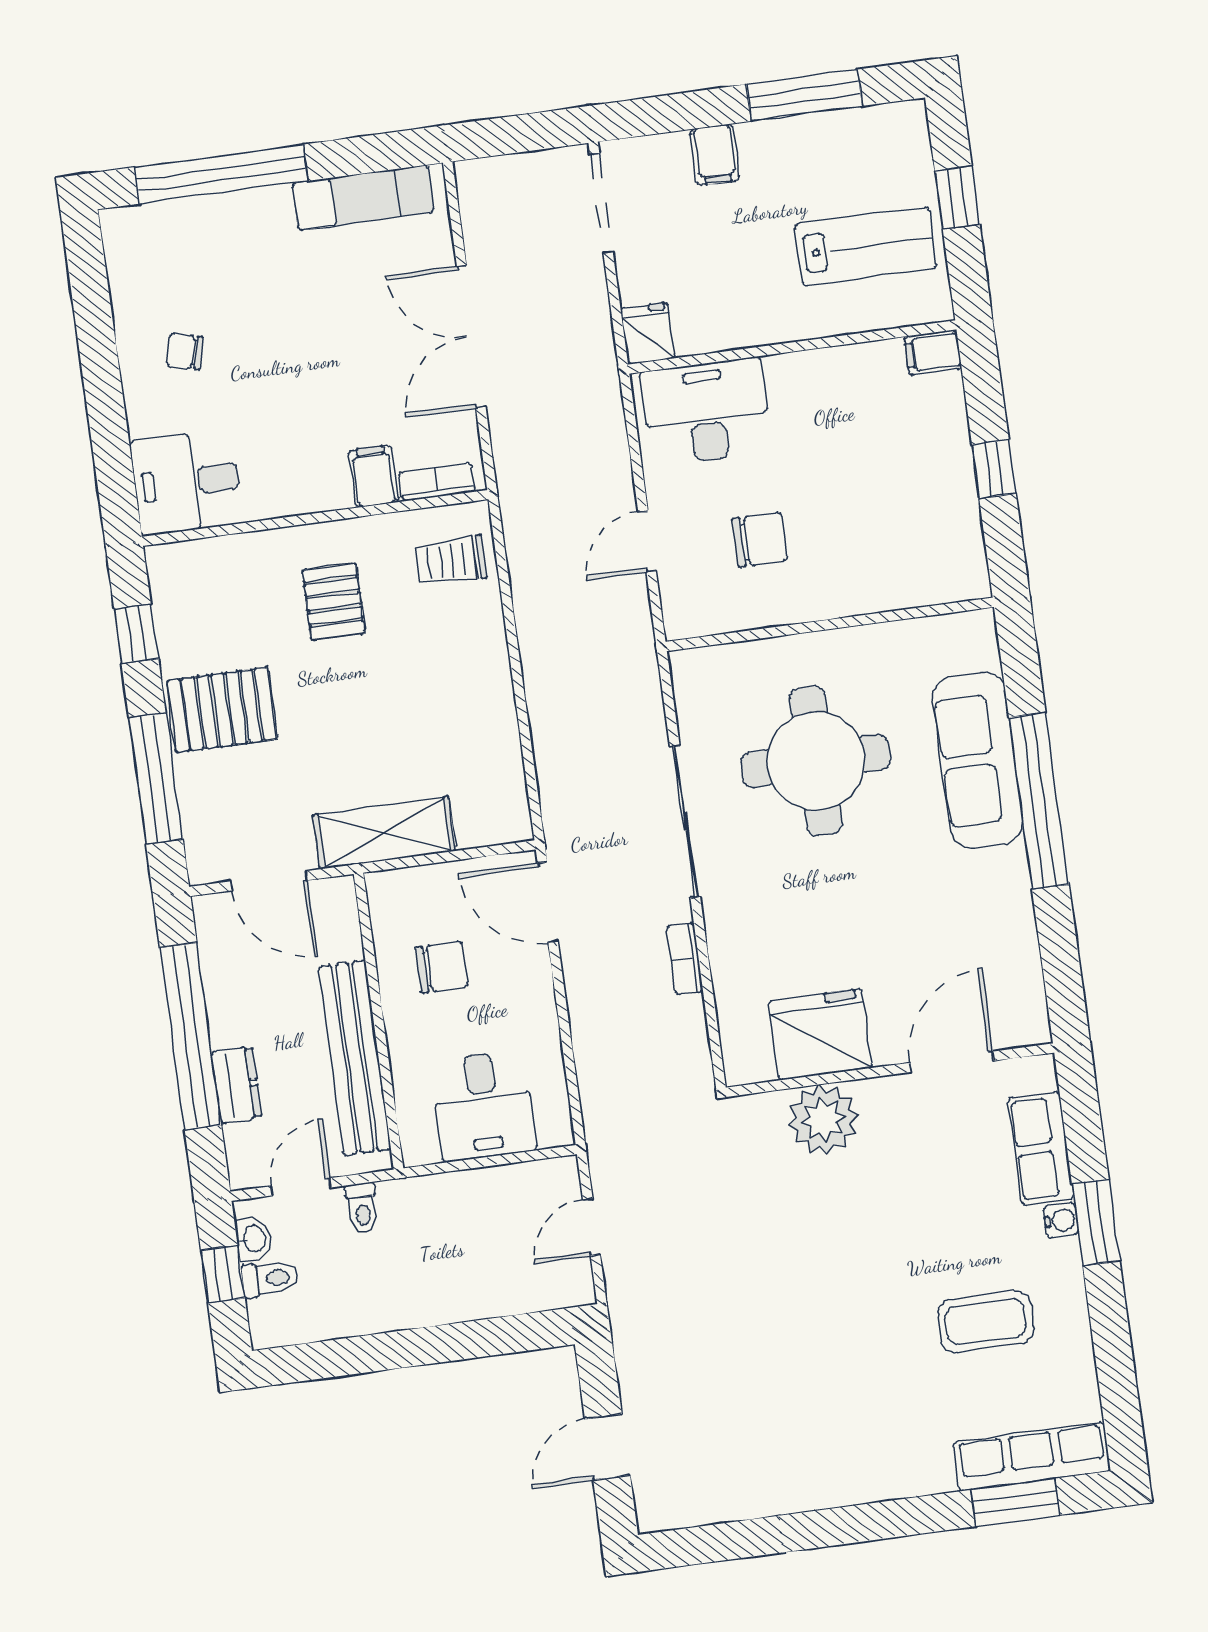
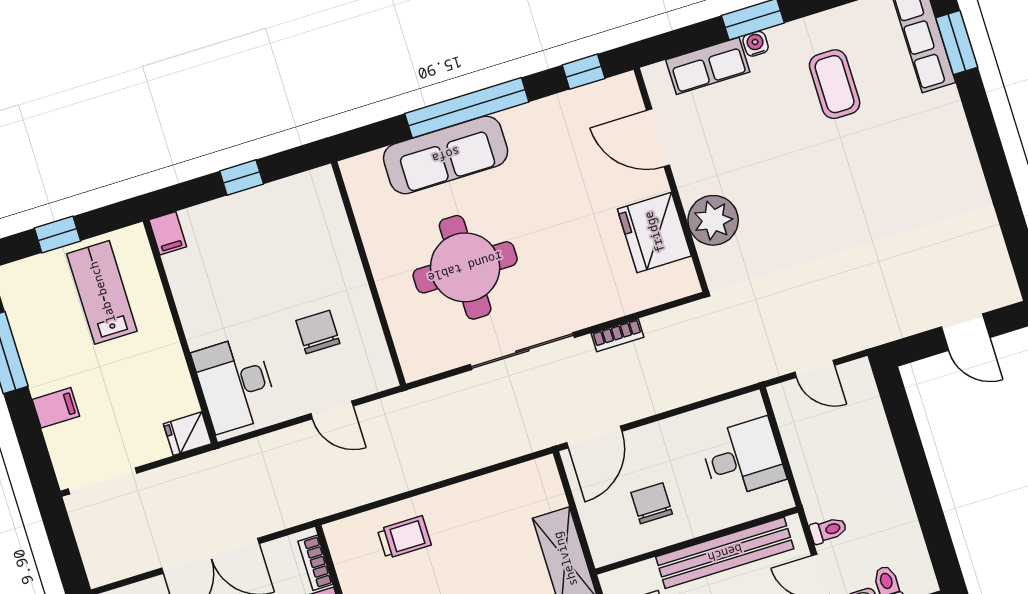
trolley: (451, 560) -> (404, 537), moved, turned -90
window: (1062, 973) -> (584, 72), added

